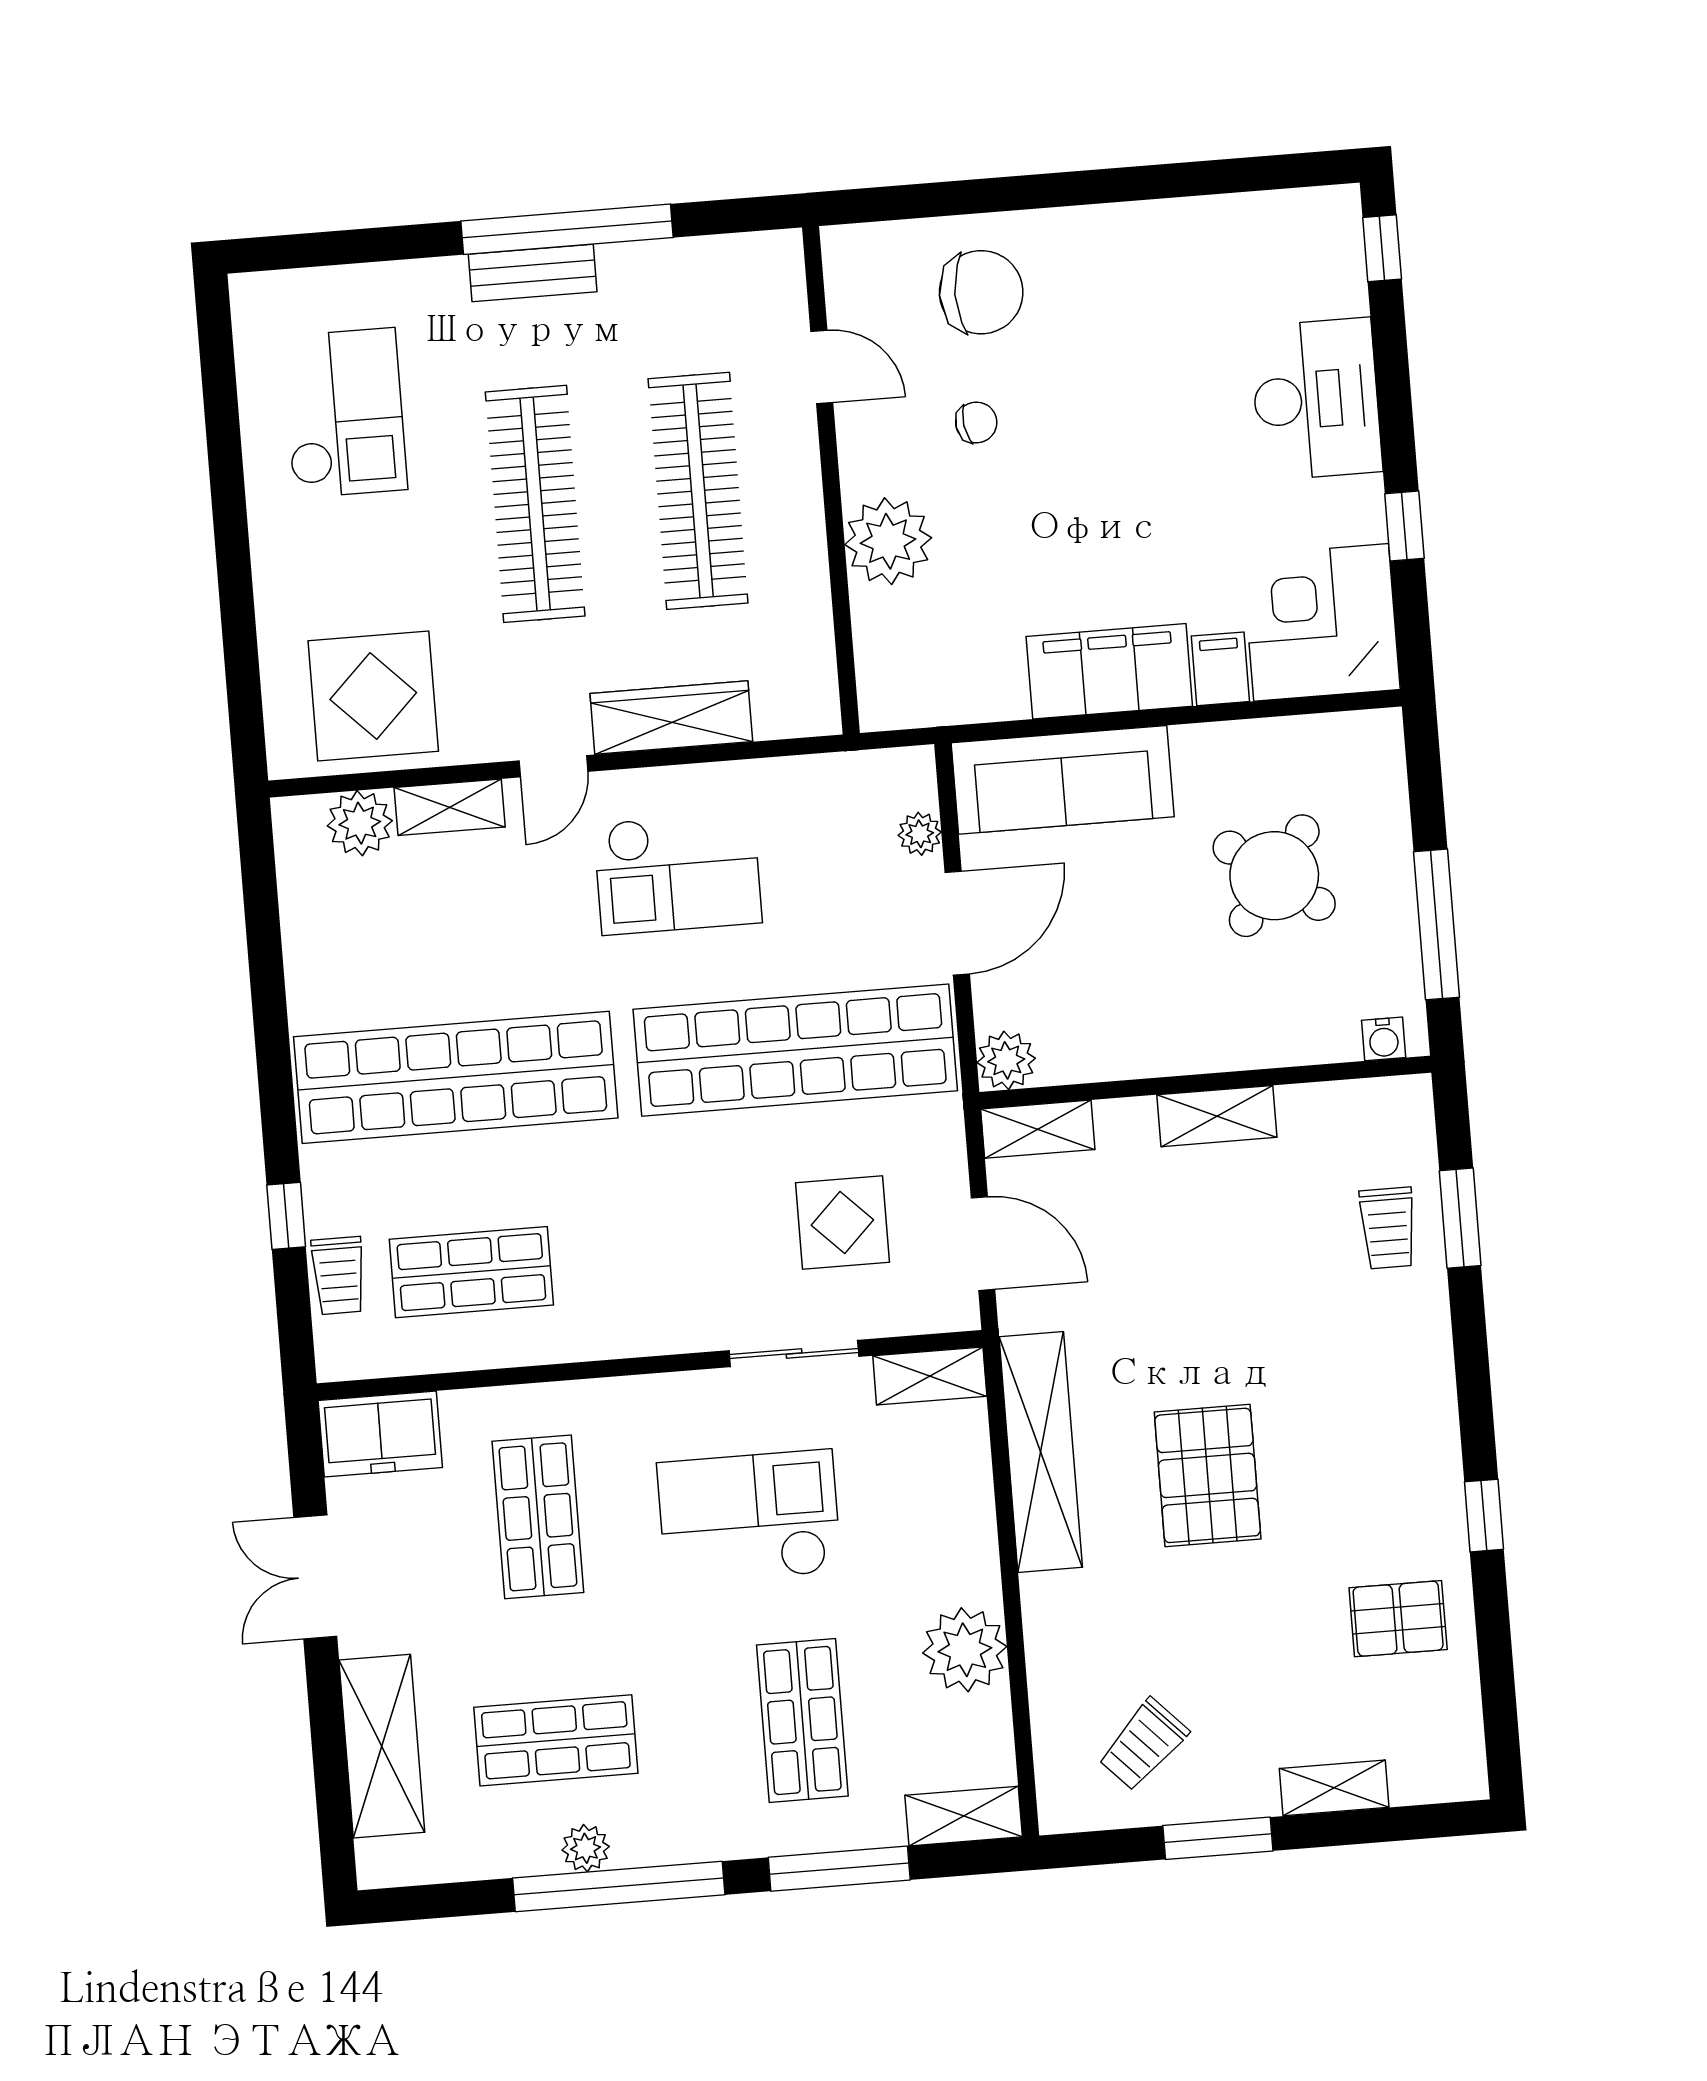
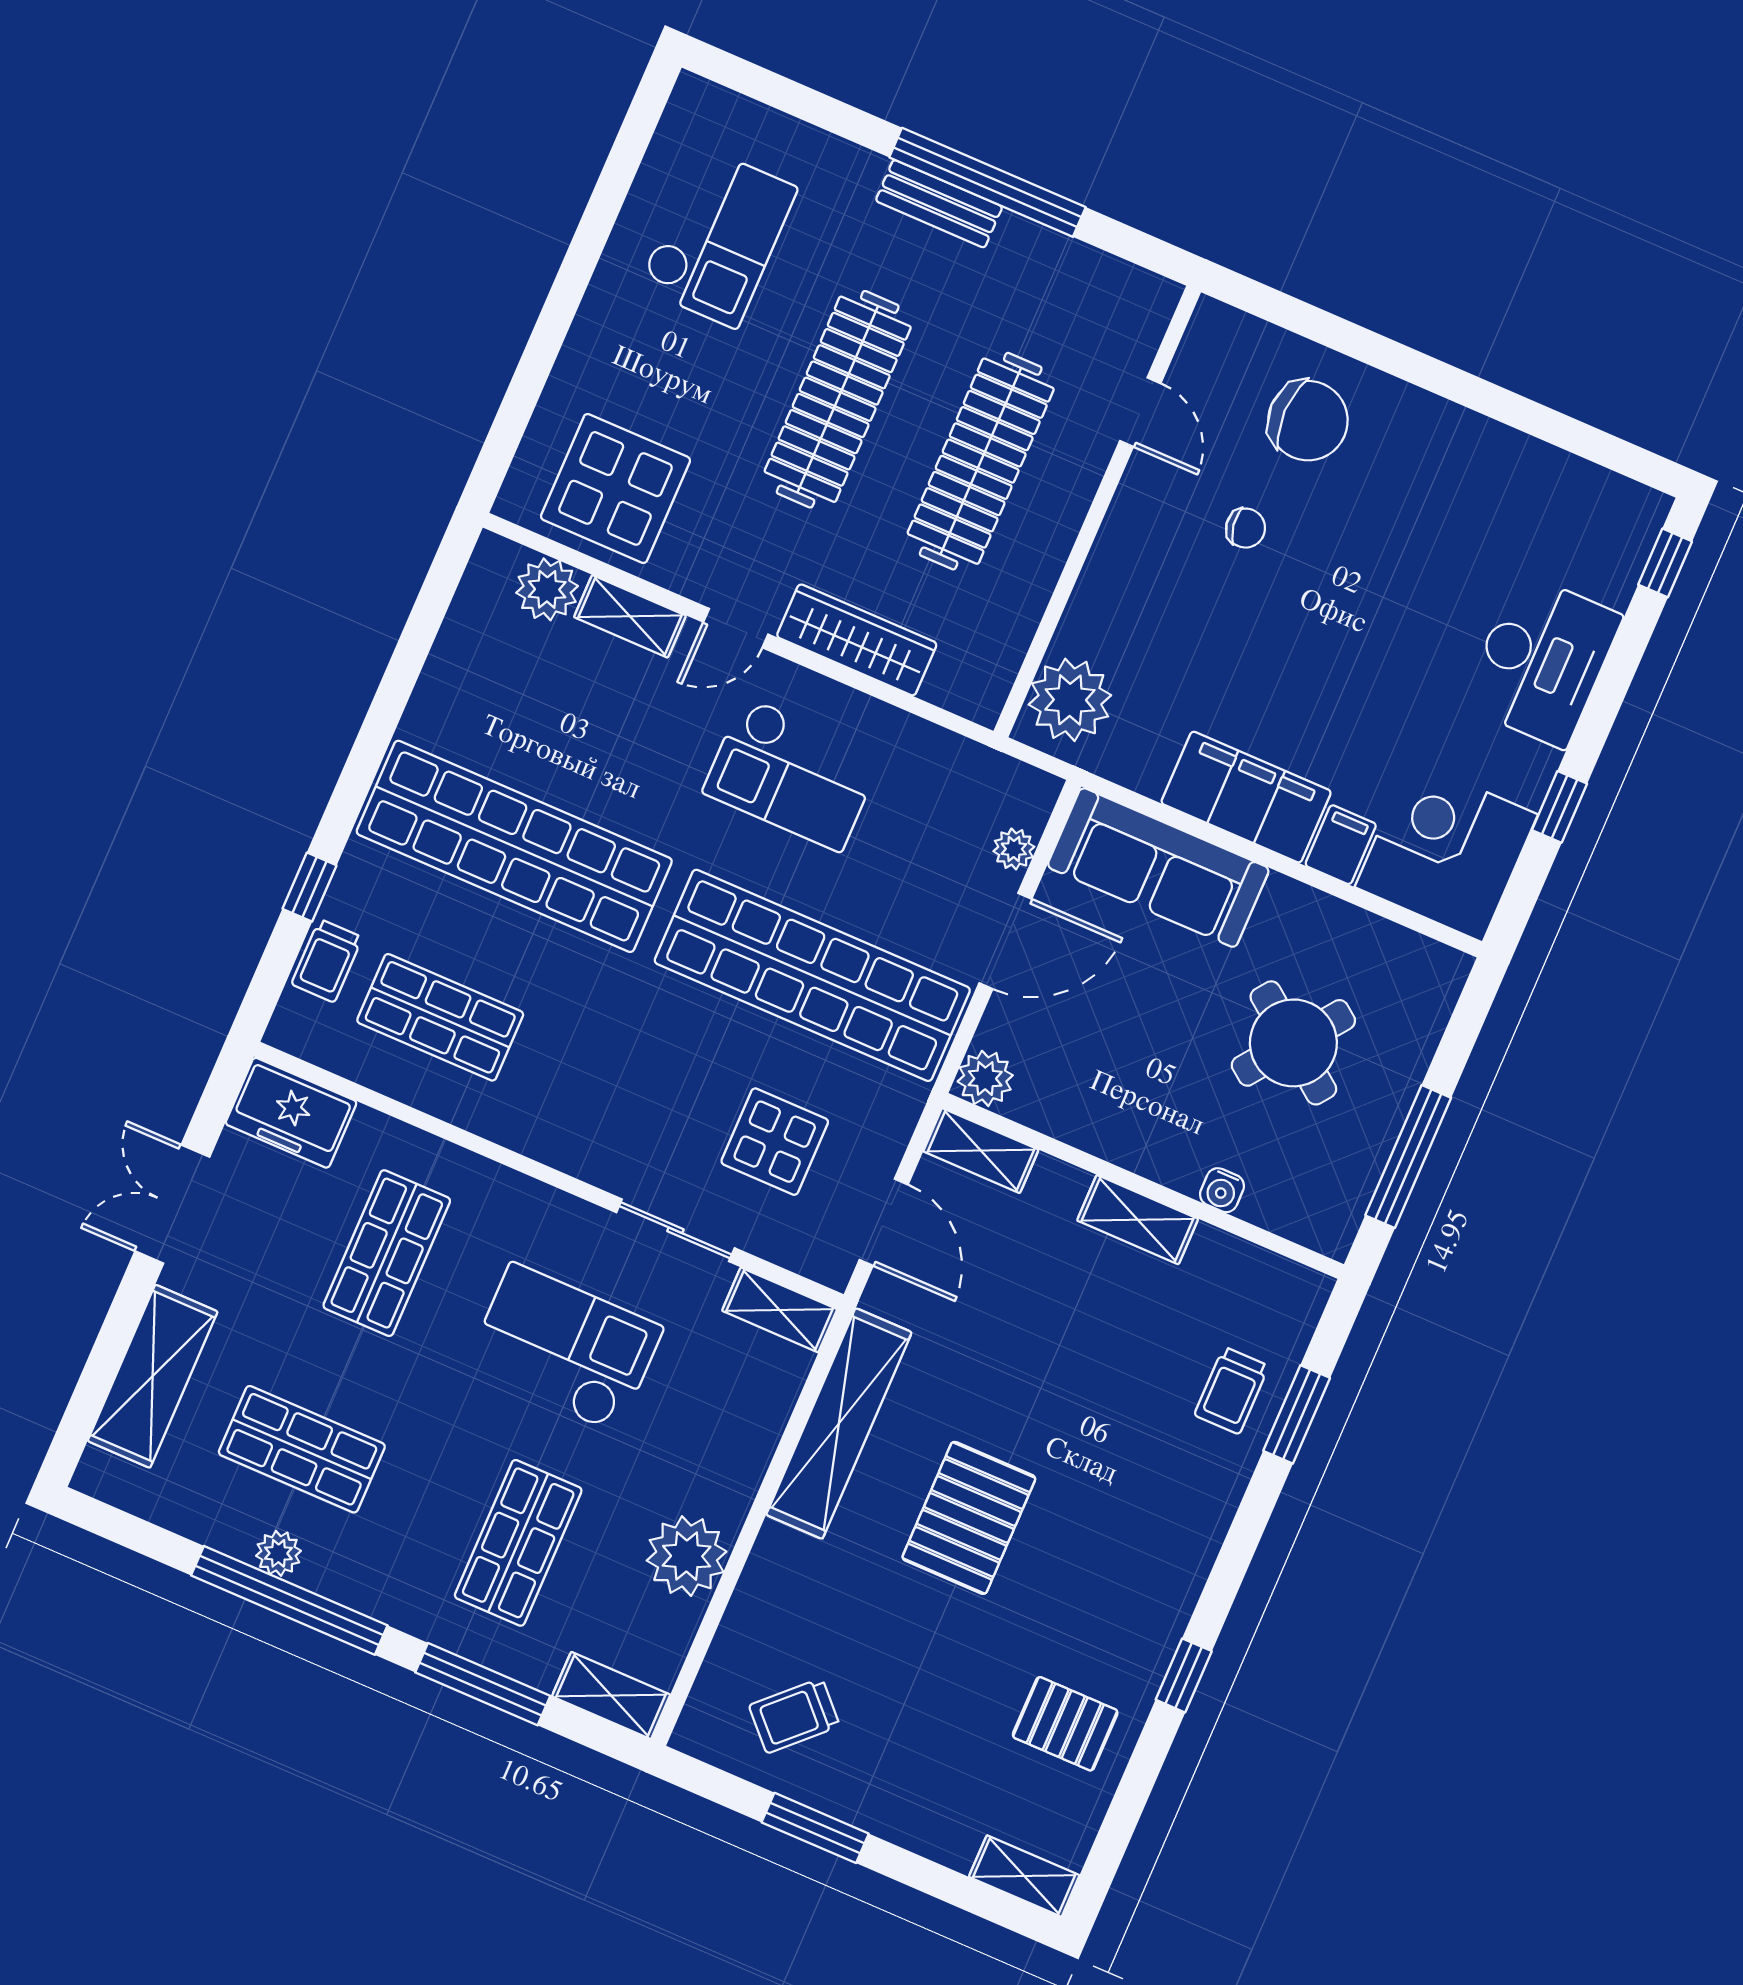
plant: (888, 541) -> (1070, 700), moved
water cooler: (1384, 1039) -> (1222, 1190), moved
shelving: (1334, 1788) -> (1024, 1876), moved

